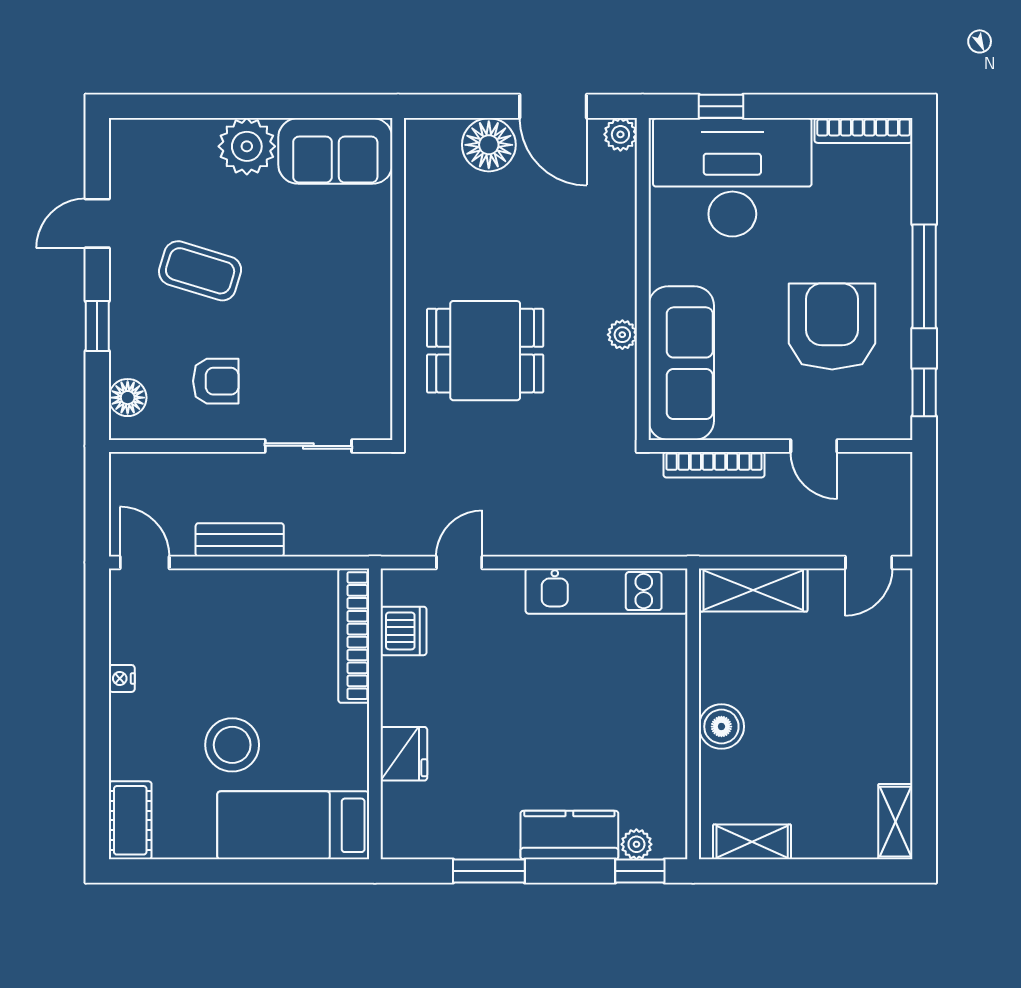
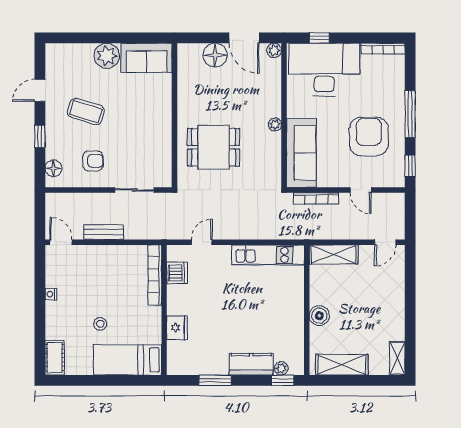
plant: (622, 335) -> (275, 124), moved
stool: (232, 745) -> (100, 324), width x0.53, depth x0.53
shelving: (752, 842) -> (342, 365), width x1.50, depth x1.33

